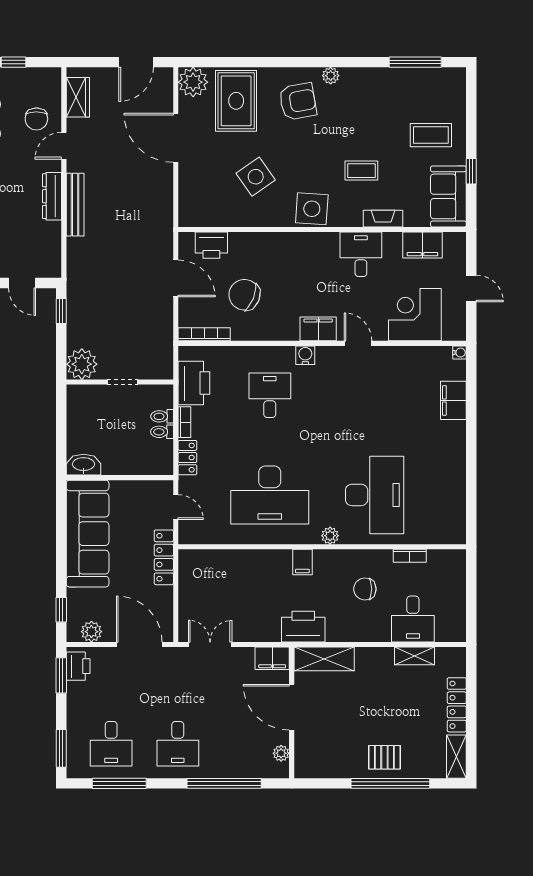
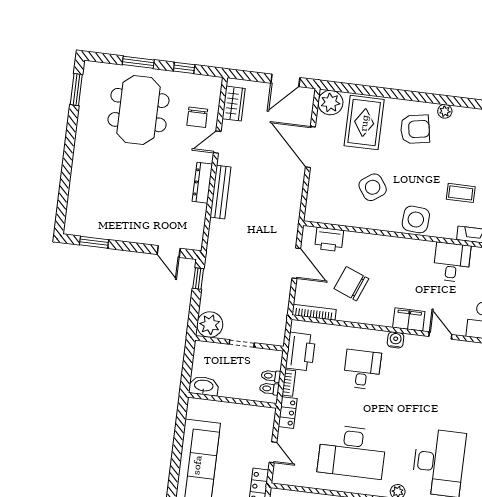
washbasin: (84, 465) -> (204, 386), moved
wall: (120, 478) -> (232, 400), moved

